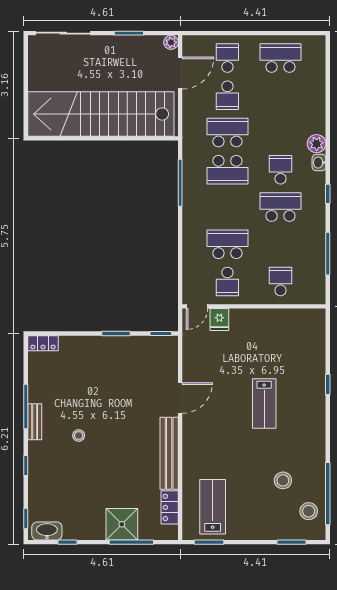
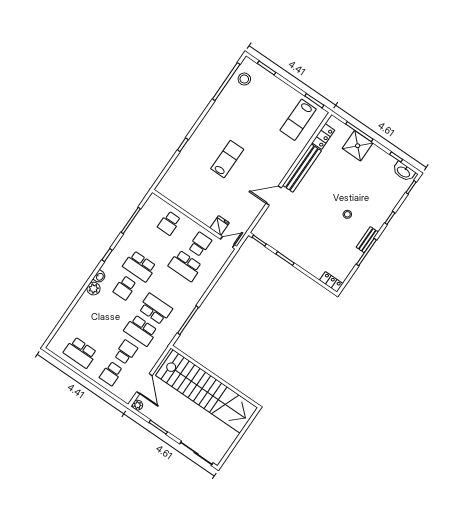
door: (180, 73) -> (144, 384), swing flipped
stool: (283, 480) -> (247, 107), removed

